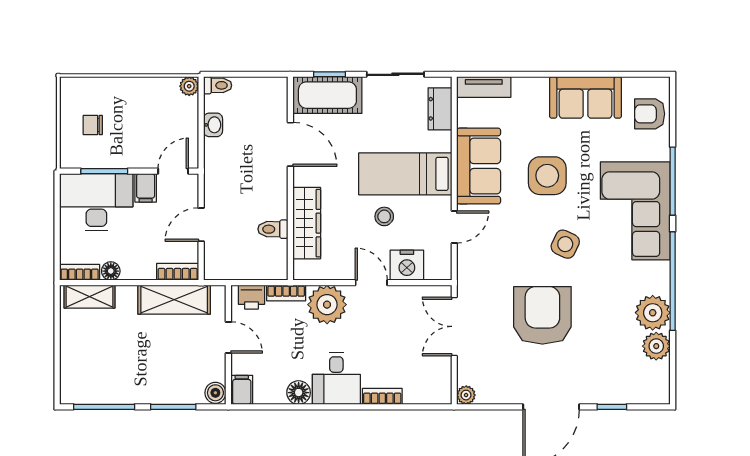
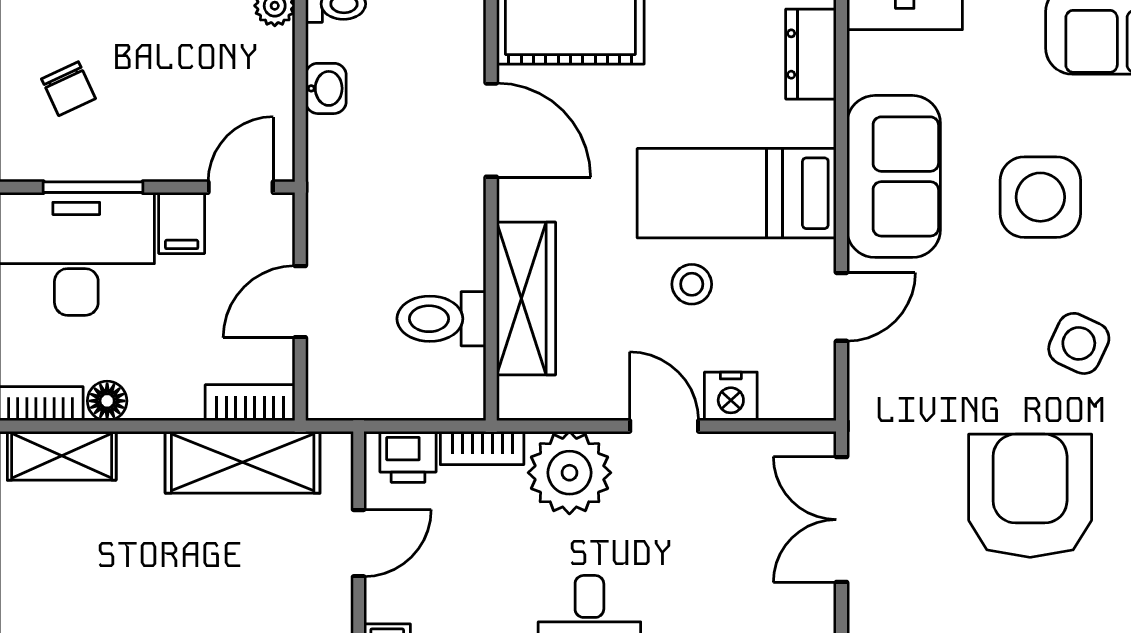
chair: (93, 125) -> (69, 89), turned -115
toilet: (273, 229) -> (441, 319), width x1.37, depth x1.39
nightstand: (407, 265) -> (731, 396), width x0.74, depth x0.75
door: (228, 338) -> (359, 543), hinge flipped

